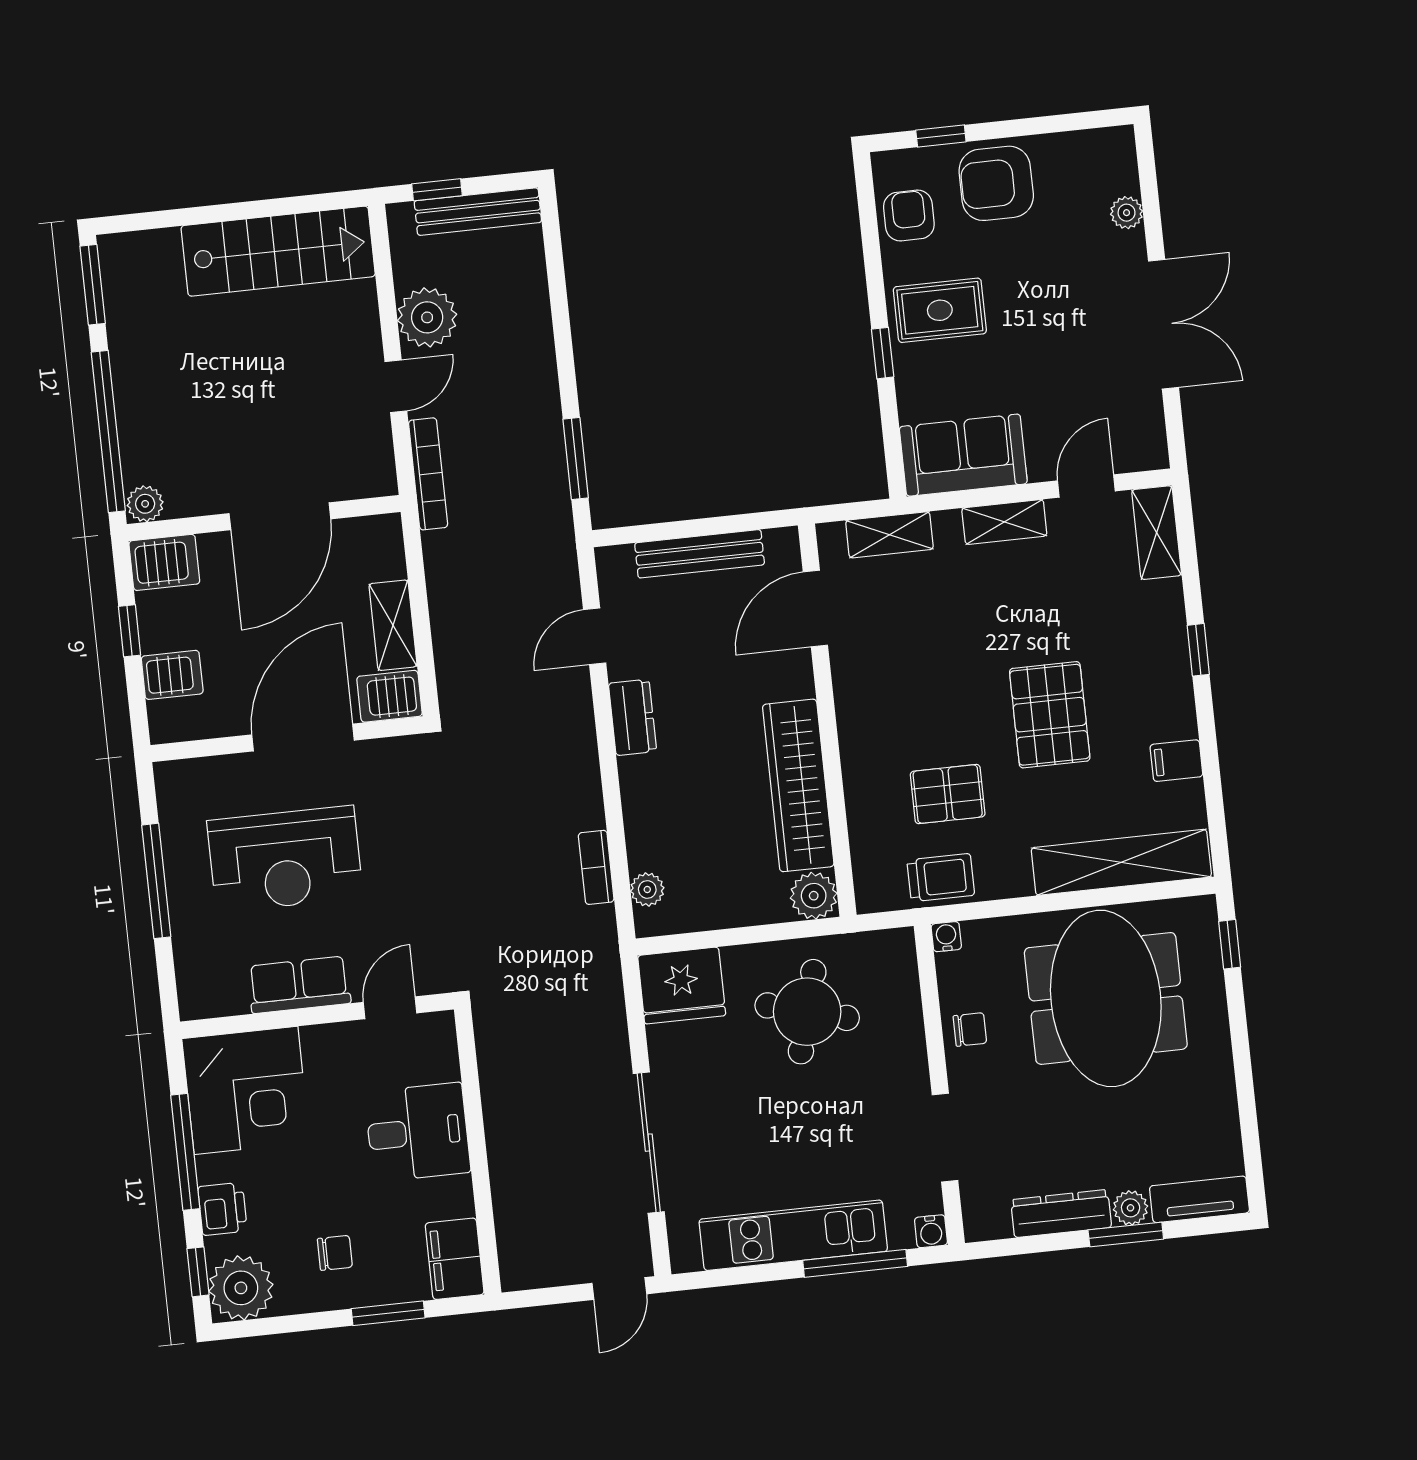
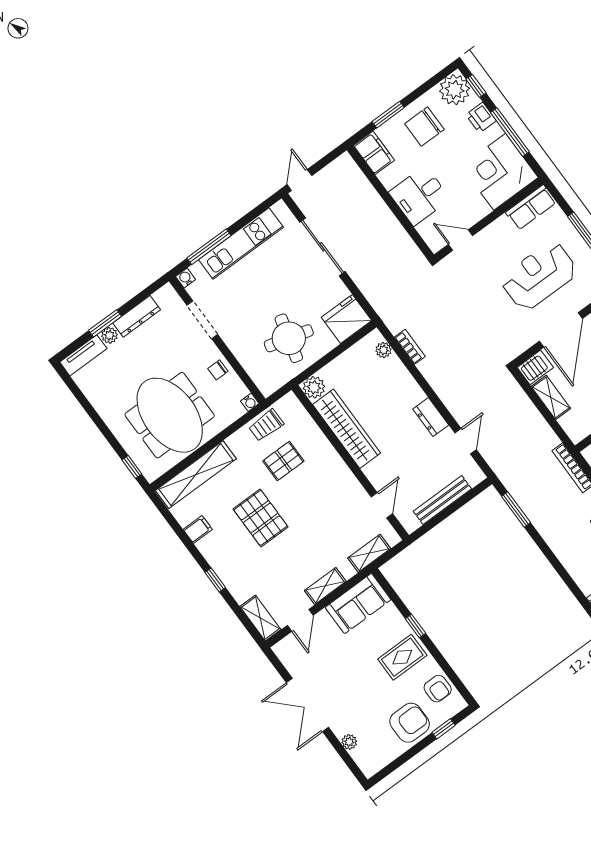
door: (815, 609) -> (382, 505), width x0.73
row of seats: (299, 985) -> (531, 207), moved
door: (390, 1008) -> (461, 240), swing flipped
chair: (335, 1253) -> (424, 127), width x1.87, depth x1.87

